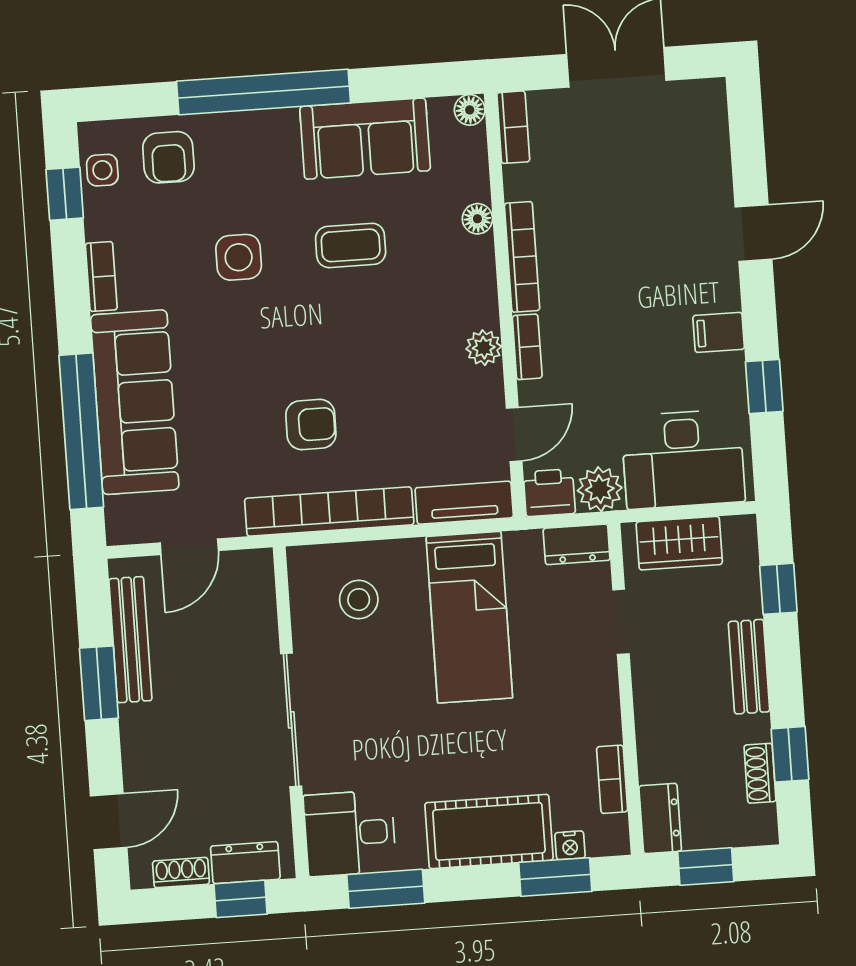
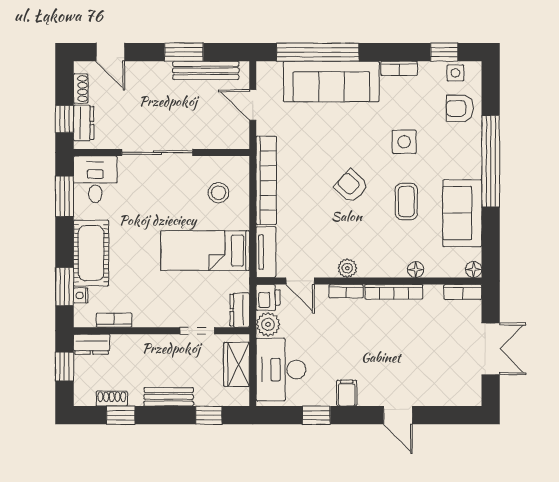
armchair: (311, 424) -> (351, 186), moved, turned 132

